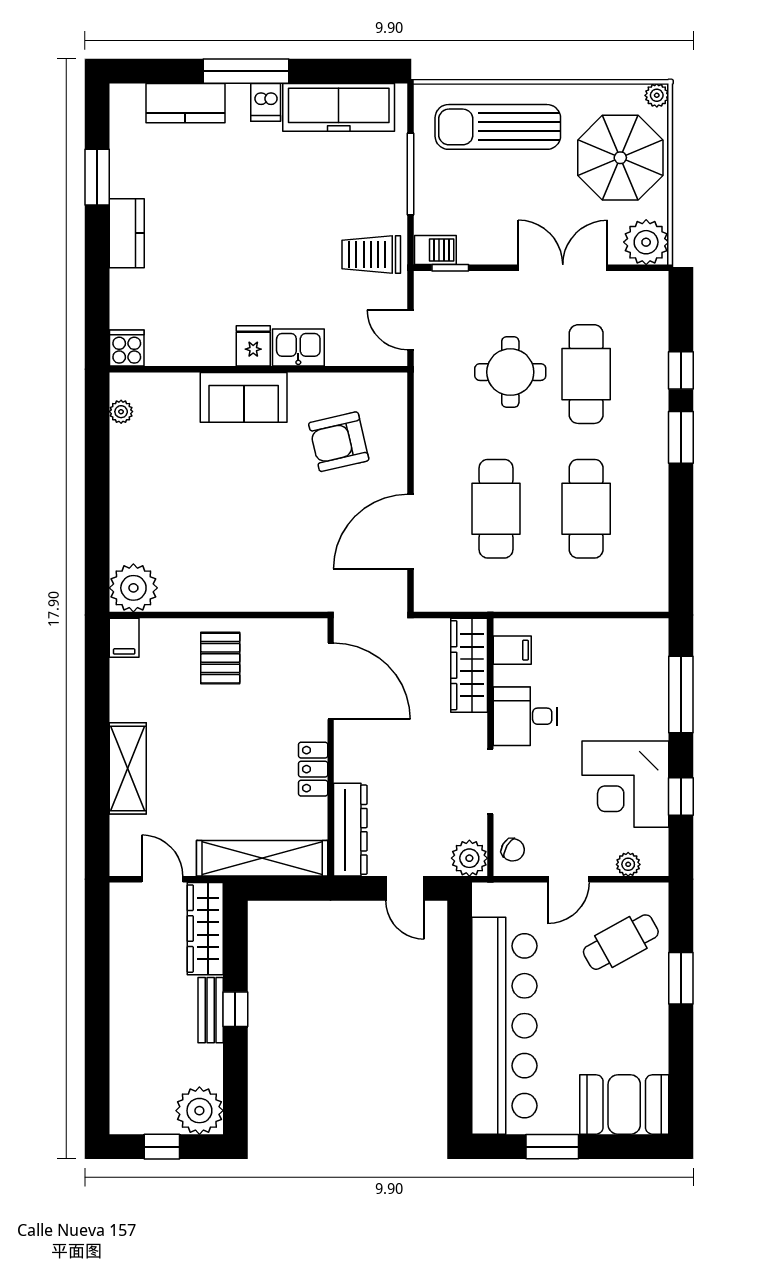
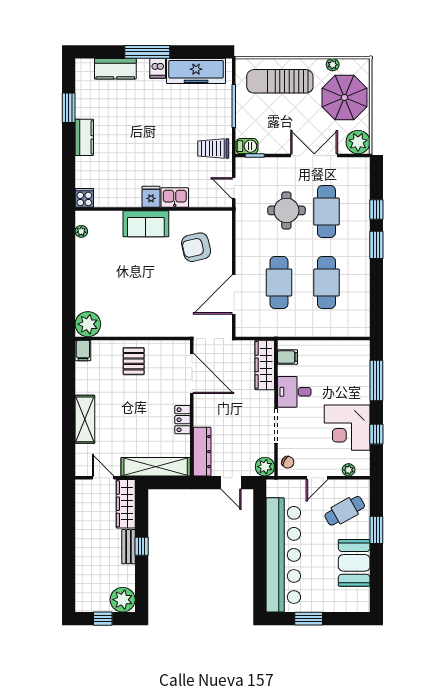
plant: (657, 95) -> (333, 65), moved
booth: (624, 1104) -> (354, 563), moved, turned 90

